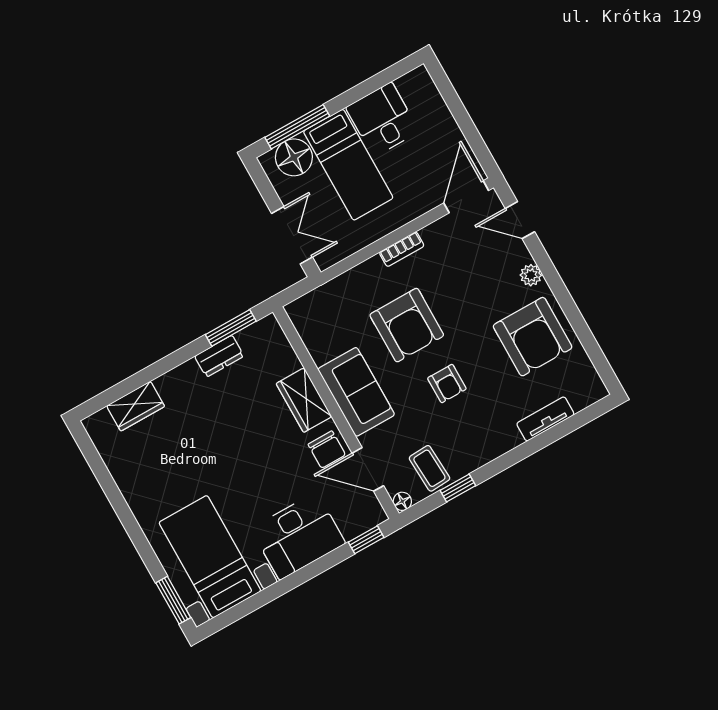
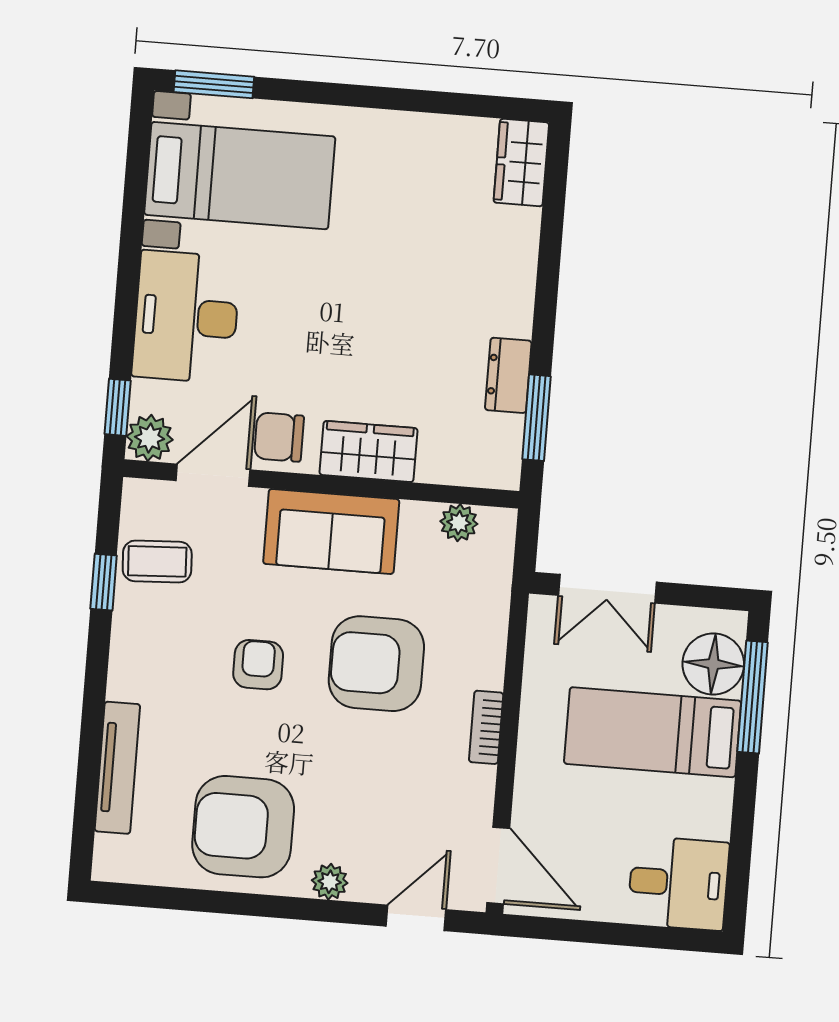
desk: (382, 119) -> (678, 883), moved
plant: (309, 331) -> (459, 523), added
armchair: (447, 384) -> (258, 665), turned 90
wardrobe: (136, 406) -> (521, 163), moved
tv unit: (545, 419) -> (117, 768), width x1.41
floor lamp: (402, 501) -> (137, 493), removed
plant: (371, 514) -> (150, 438), added

